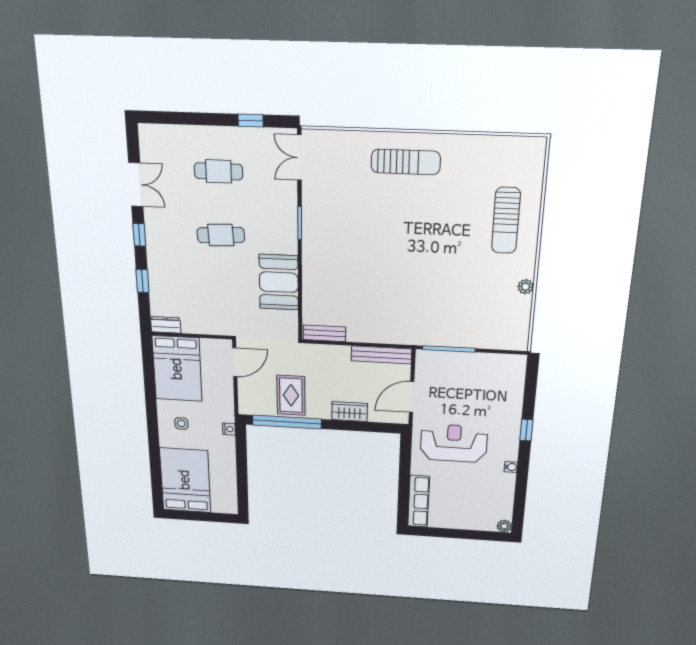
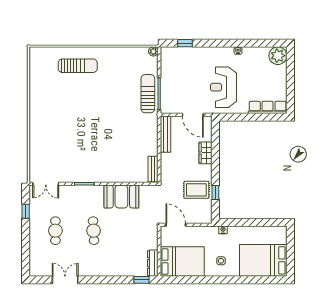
sun lounger: (406, 162) -> (148, 94), moved
window: (139, 235) -> (96, 280), removed
window: (143, 281) -> (141, 280), moved
plant: (526, 287) -> (153, 51), moved
dresser: (166, 325) -> (153, 263), width x1.44
window: (287, 422) -> (215, 193), width x0.32
window: (526, 430) -> (185, 43), moved
plant: (504, 526) -> (278, 56), width x1.88, depth x1.88

